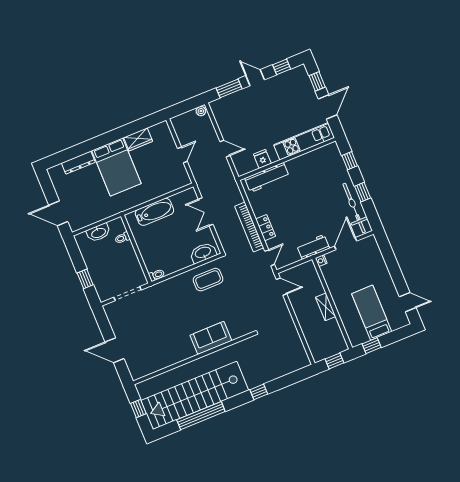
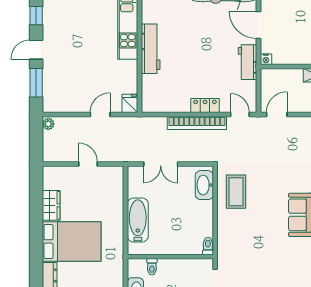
fridge: (262, 159) -> (130, 103), moved, turned 90
workbench: (267, 177) -> (151, 49), moved

